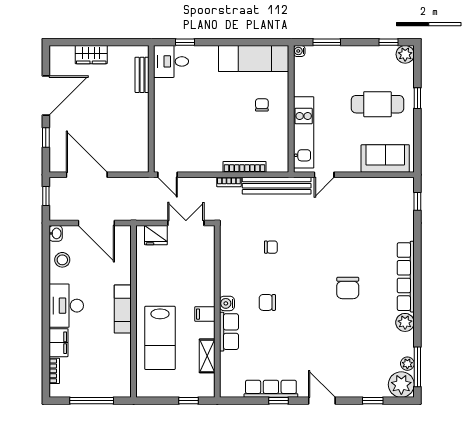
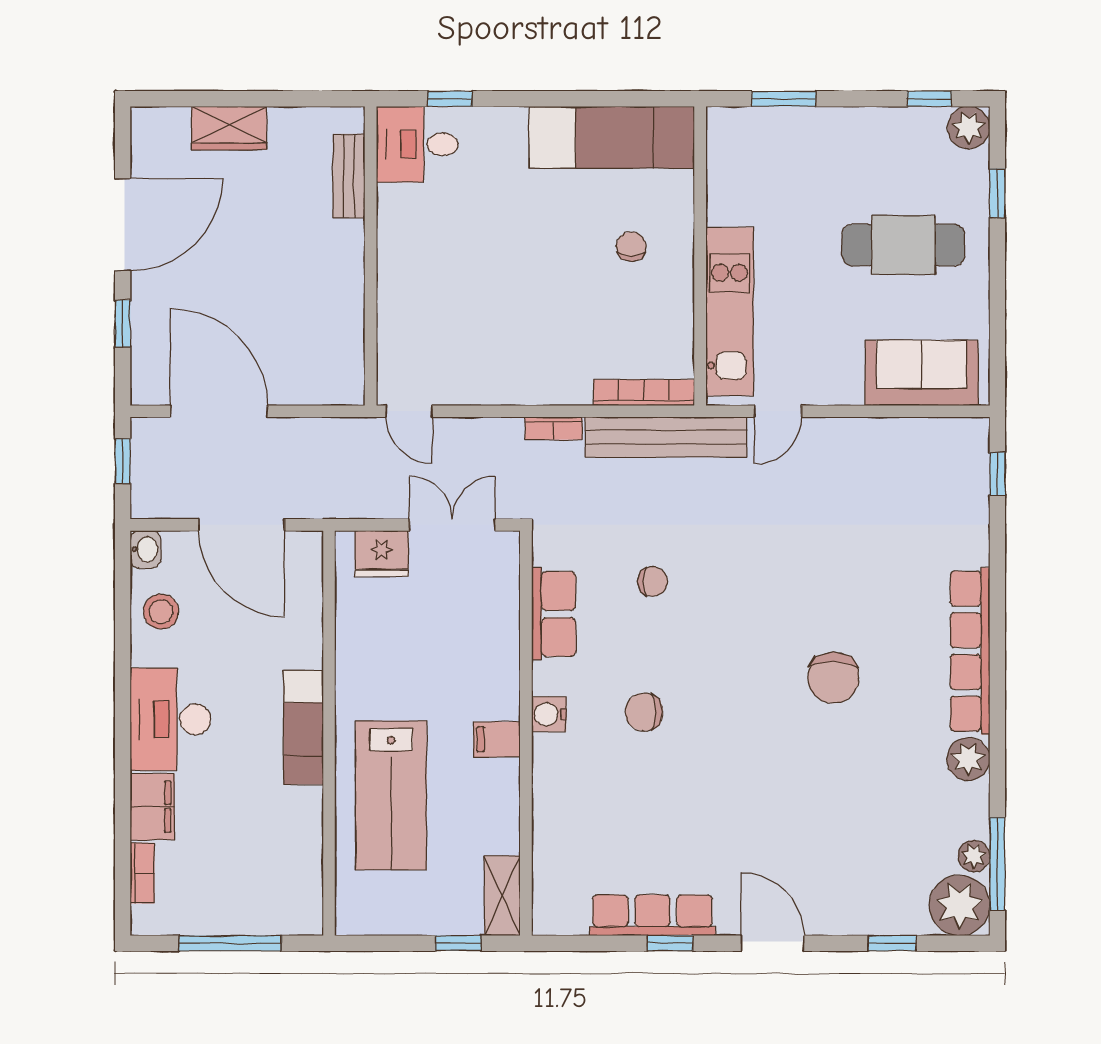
water cooler: (299, 51) -> (719, 120), removed
window: (417, 98) -> (997, 193), moved
bookcase: (245, 167) -> (644, 393), moved
row of seats: (229, 332) -> (554, 614), moved
shelving: (207, 356) -> (502, 896), moved

